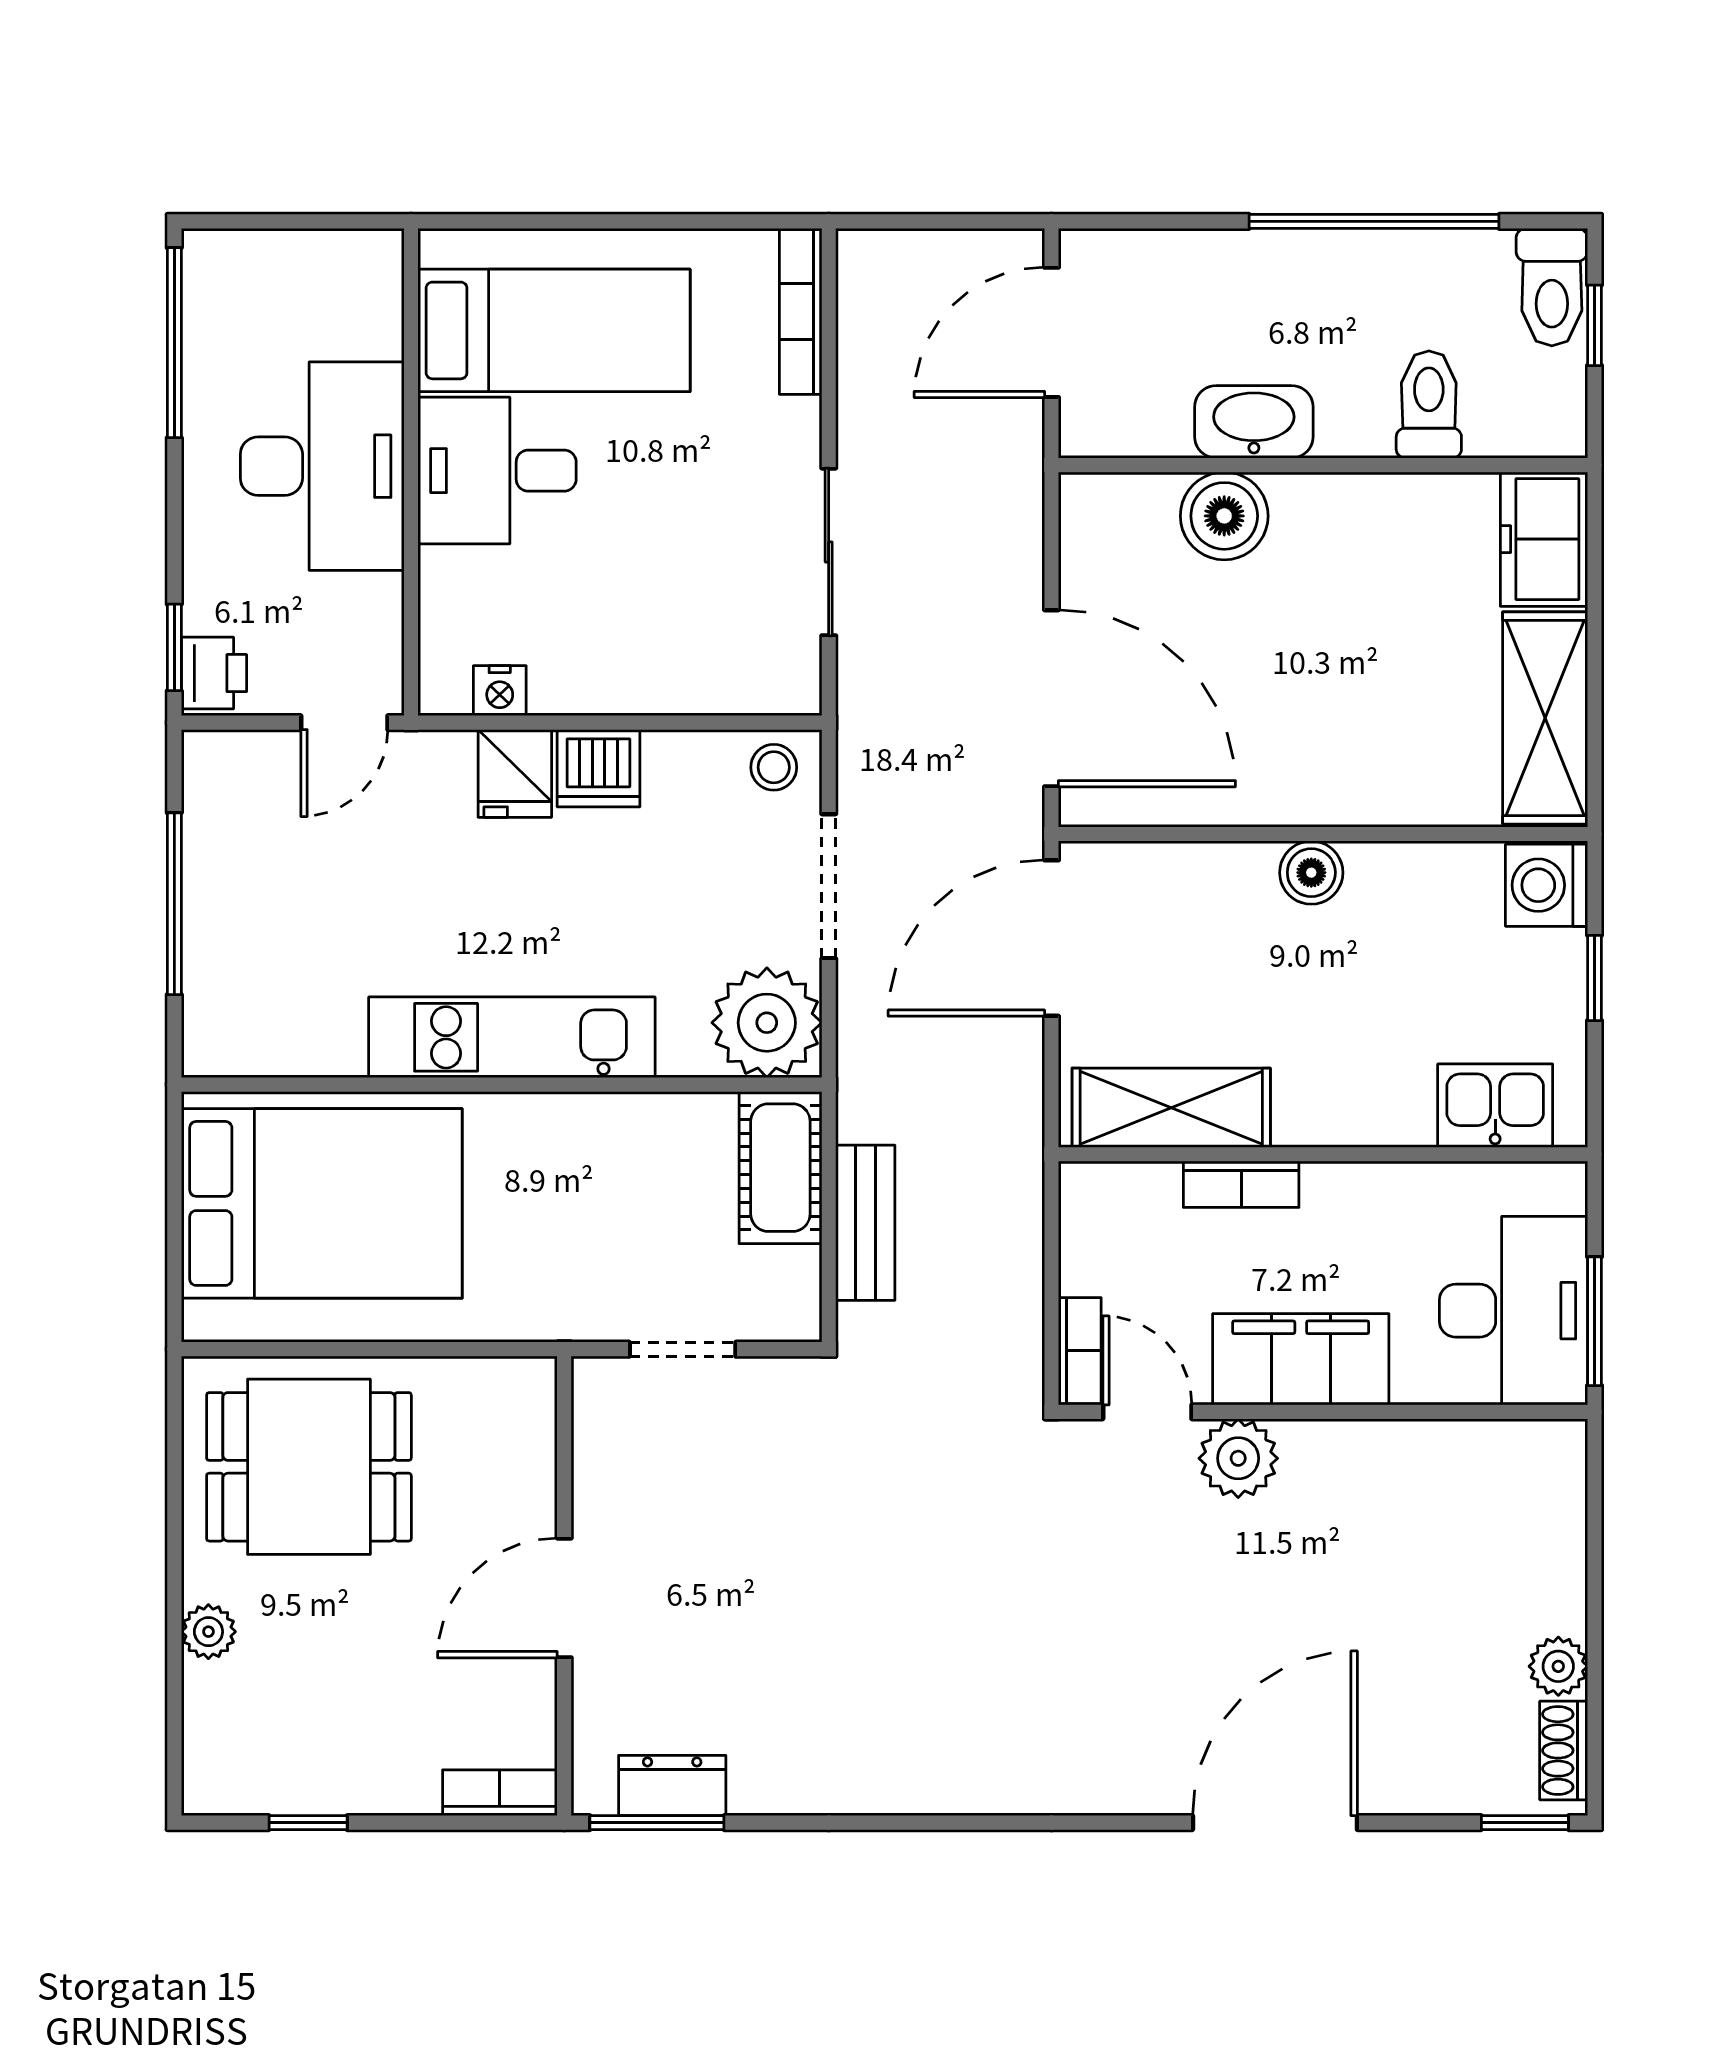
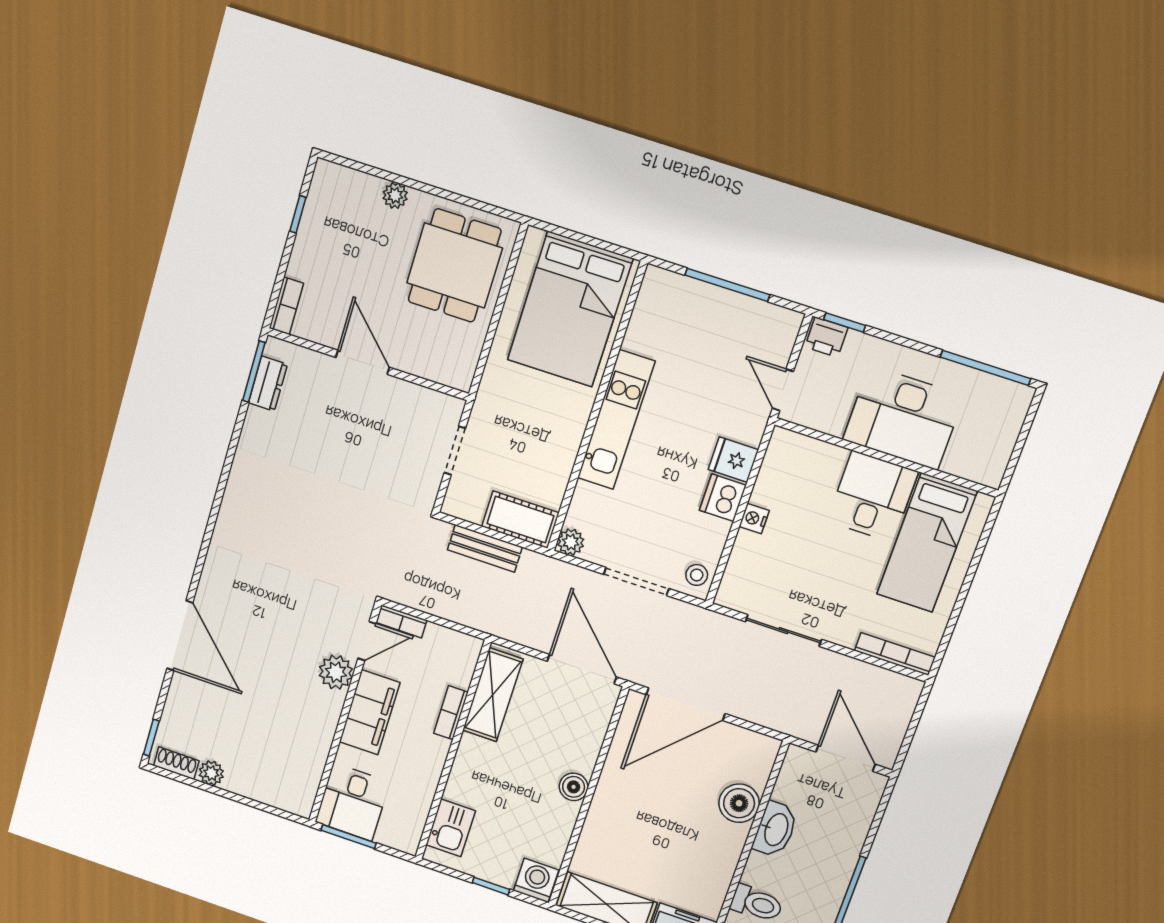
nightstand: (500, 691) -> (754, 518), moved
plant: (767, 1023) -> (571, 542), width x0.53, depth x0.53
desk: (1513, 1311) -> (352, 802), width x0.73

